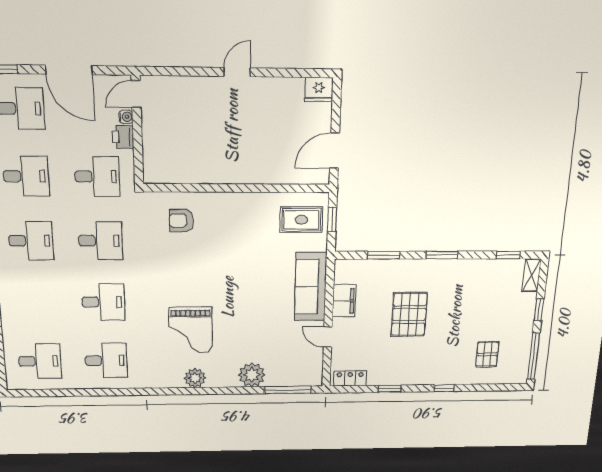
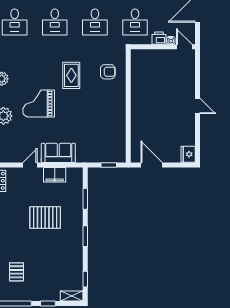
rug: (301, 220) -> (71, 75), moved
armchair: (181, 221) -> (108, 72), turned 90
sofa: (311, 287) -> (58, 153), width x0.73
grand piano: (191, 330) -> (39, 104), moved
pallet: (487, 354) -> (17, 272), turned 90

